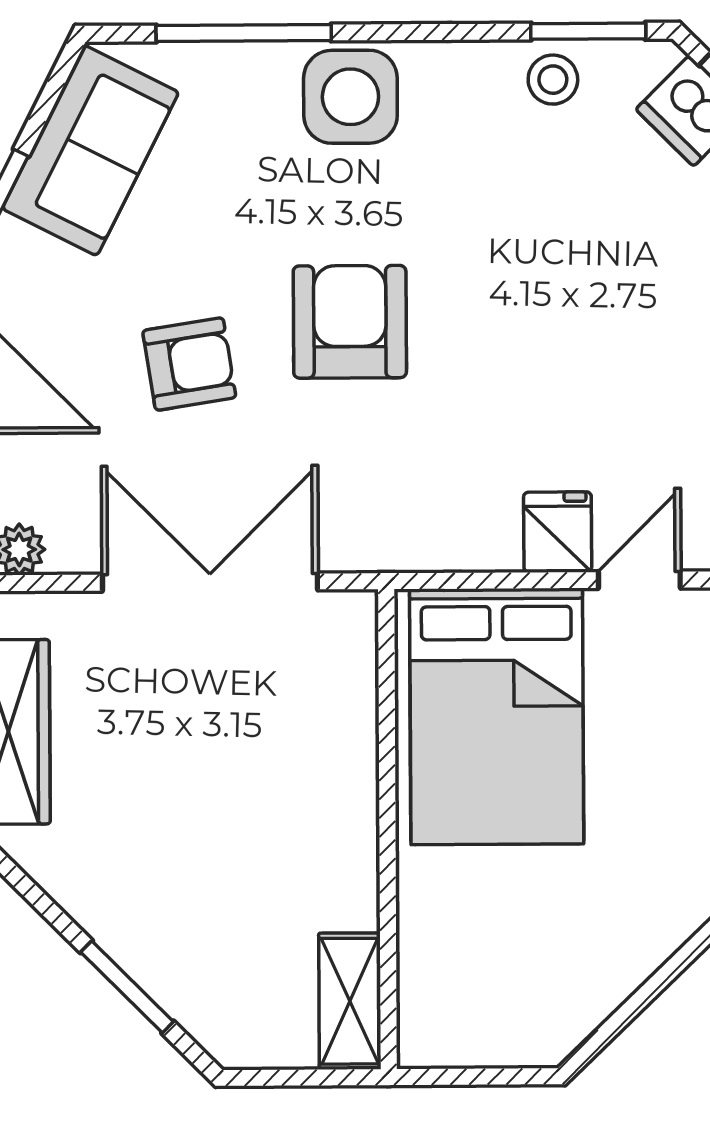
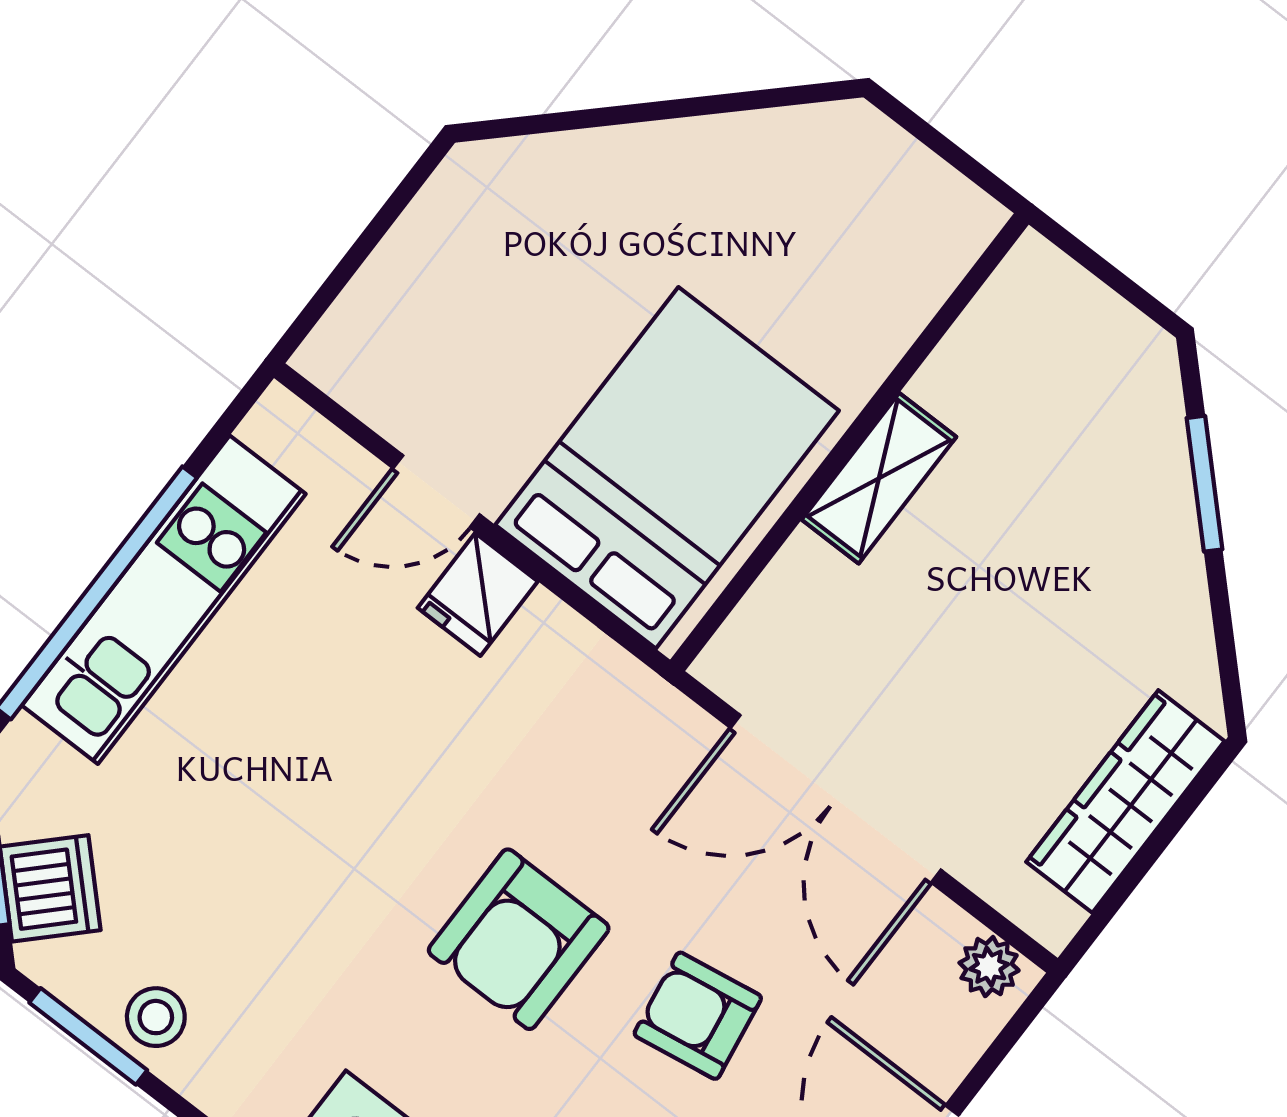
shelving: (350, 1001) -> (879, 478), moved

